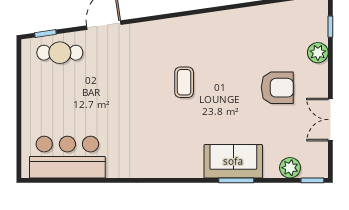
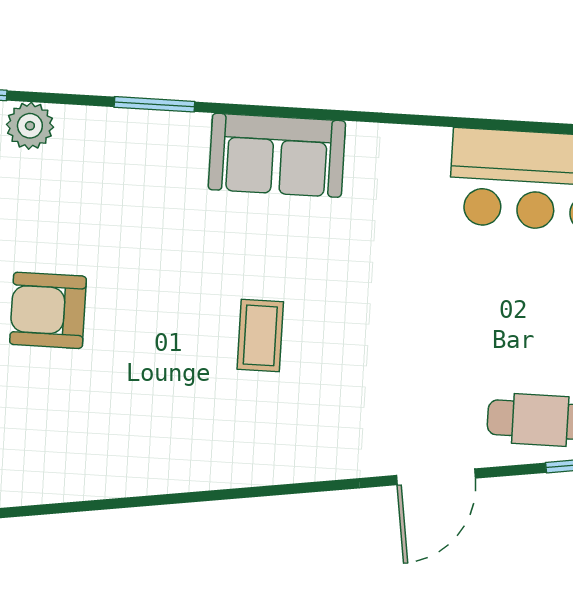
sofa: (233, 161) -> (277, 155), moved

